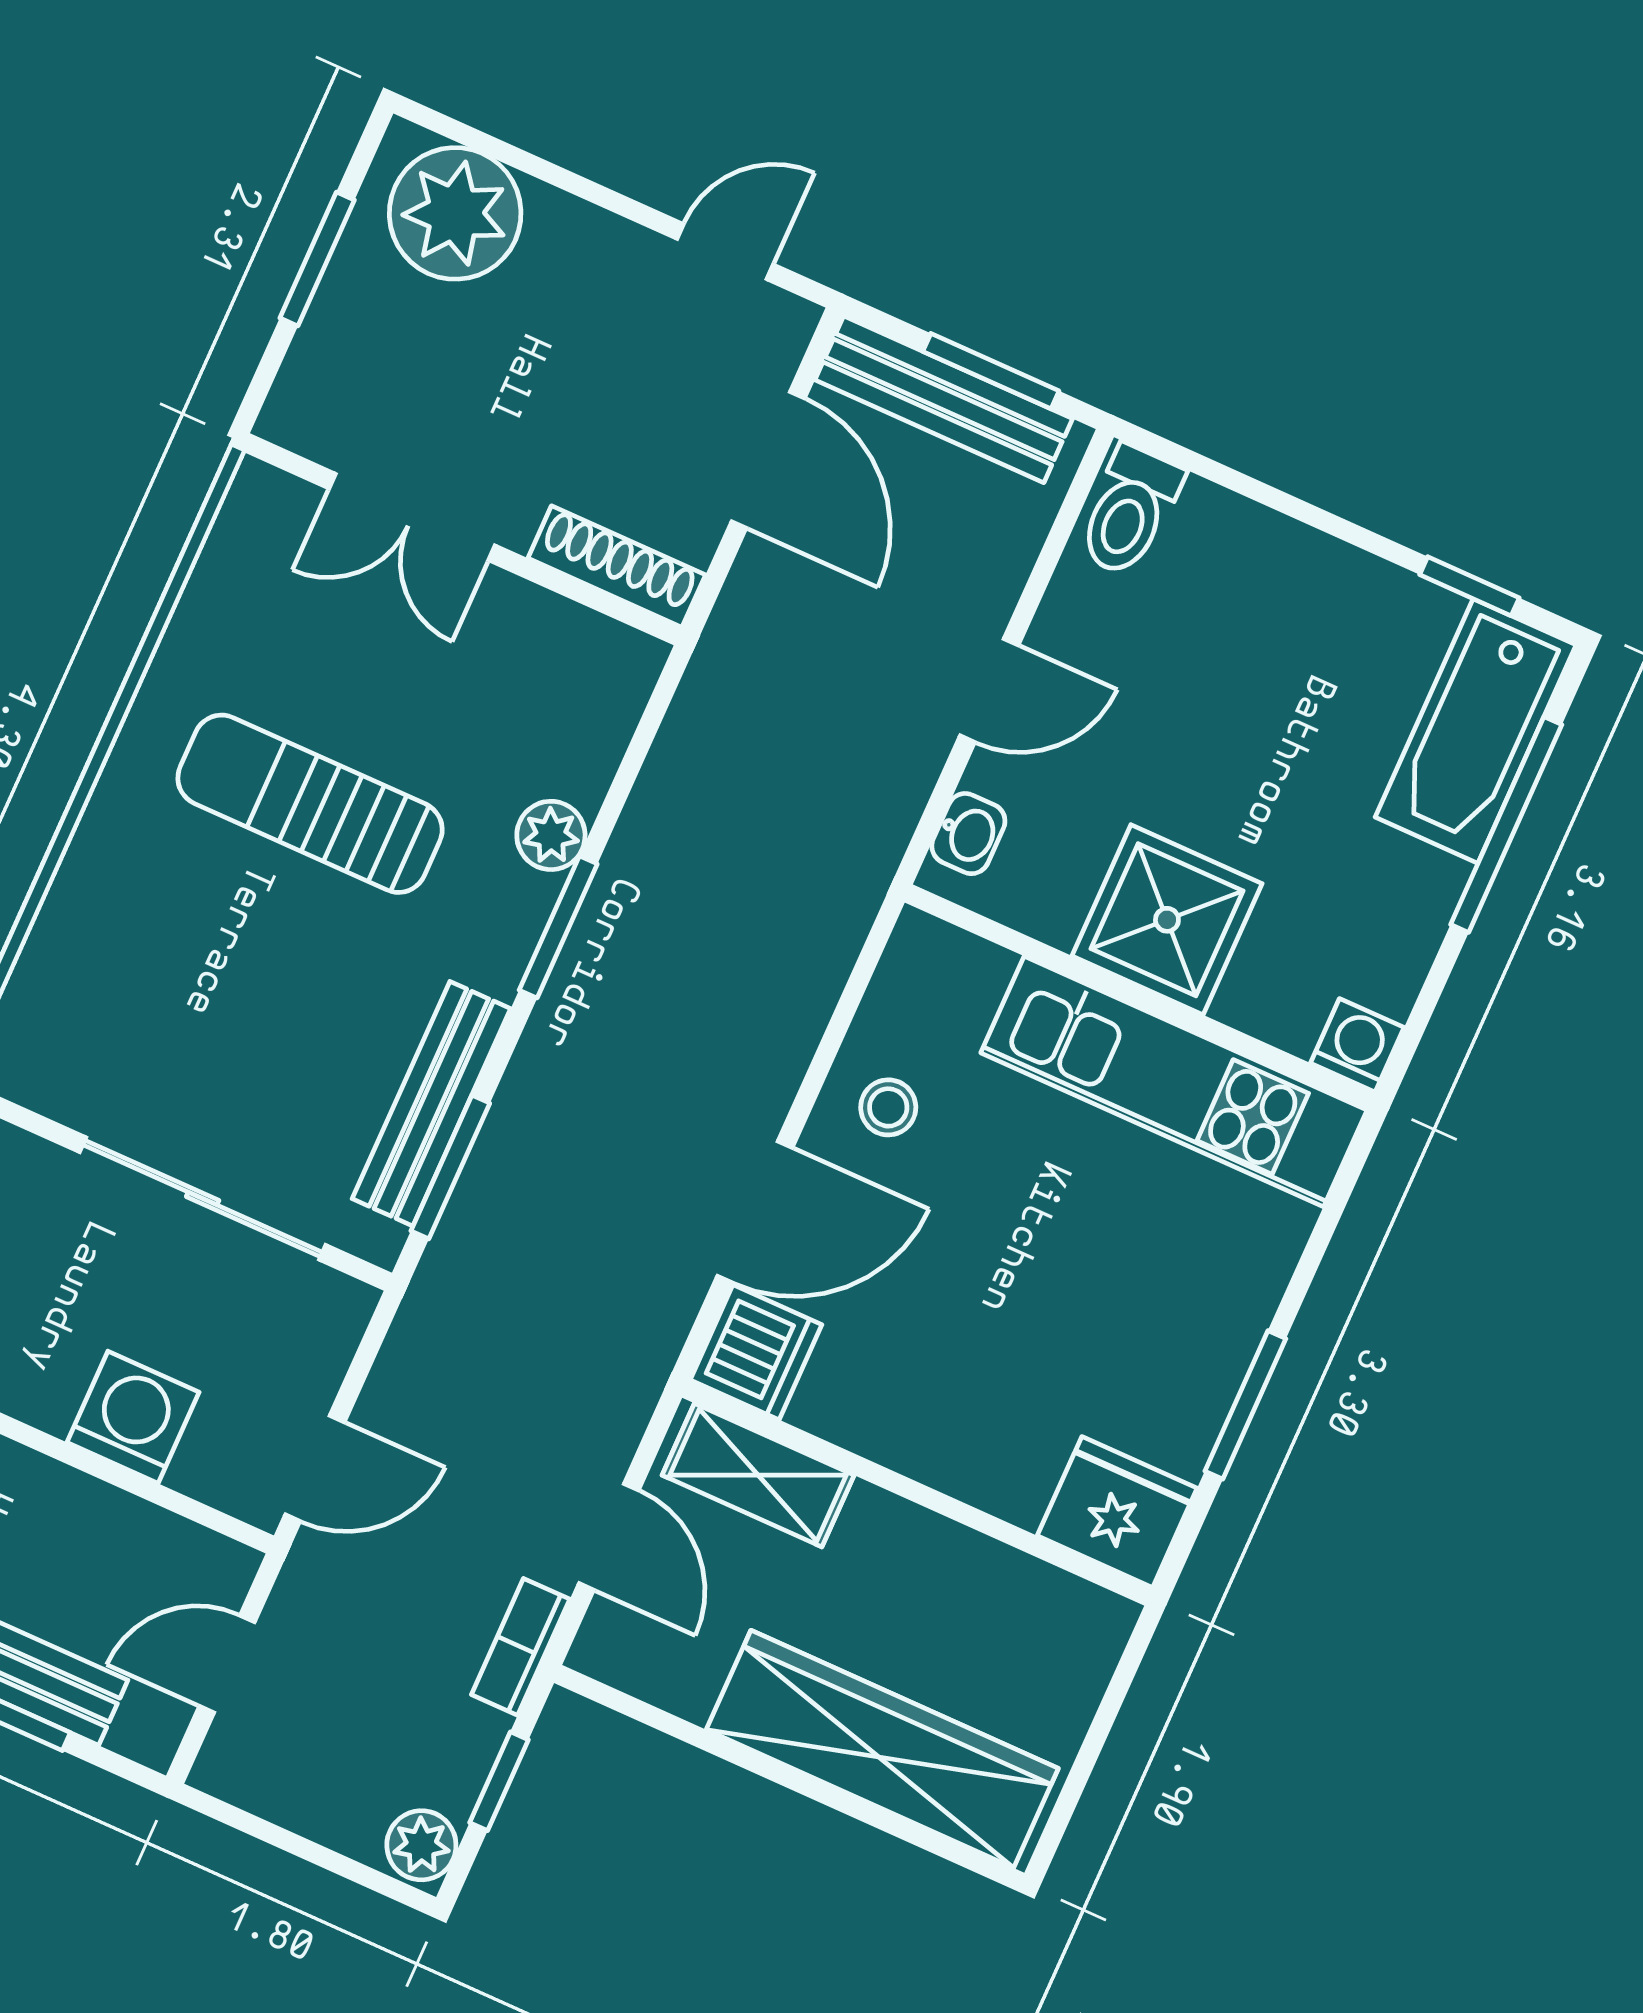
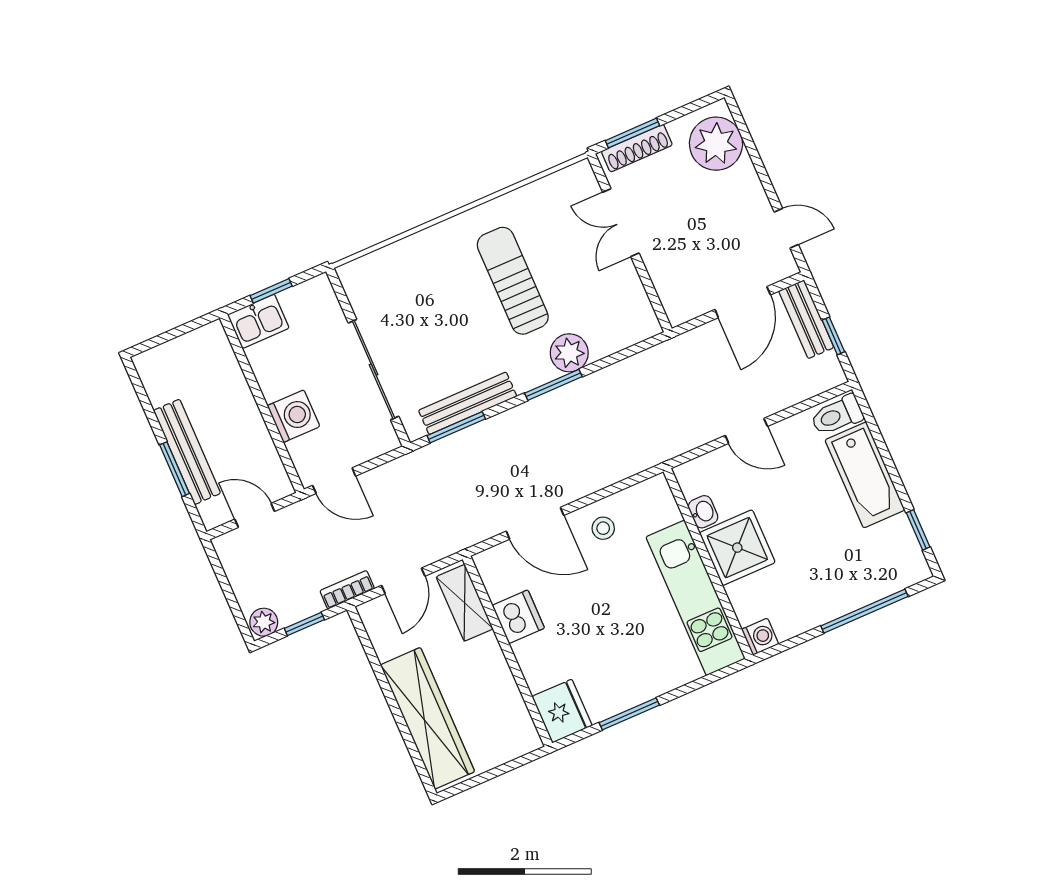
window: (317, 259) -> (632, 133), moved
window: (991, 371) -> (833, 336), width x0.67
bench: (944, 399) -> (806, 319), width x0.73
shoe rack: (617, 567) -> (637, 148), moved, turned 90
bathtub: (1476, 731) -> (865, 475), moved, turned -90
washbasin: (968, 834) -> (703, 512), moved, turned -90
plant: (551, 835) -> (569, 353), width x1.38, depth x1.38
dishwasher: (756, 1352) -> (518, 617), moved, turned -90

